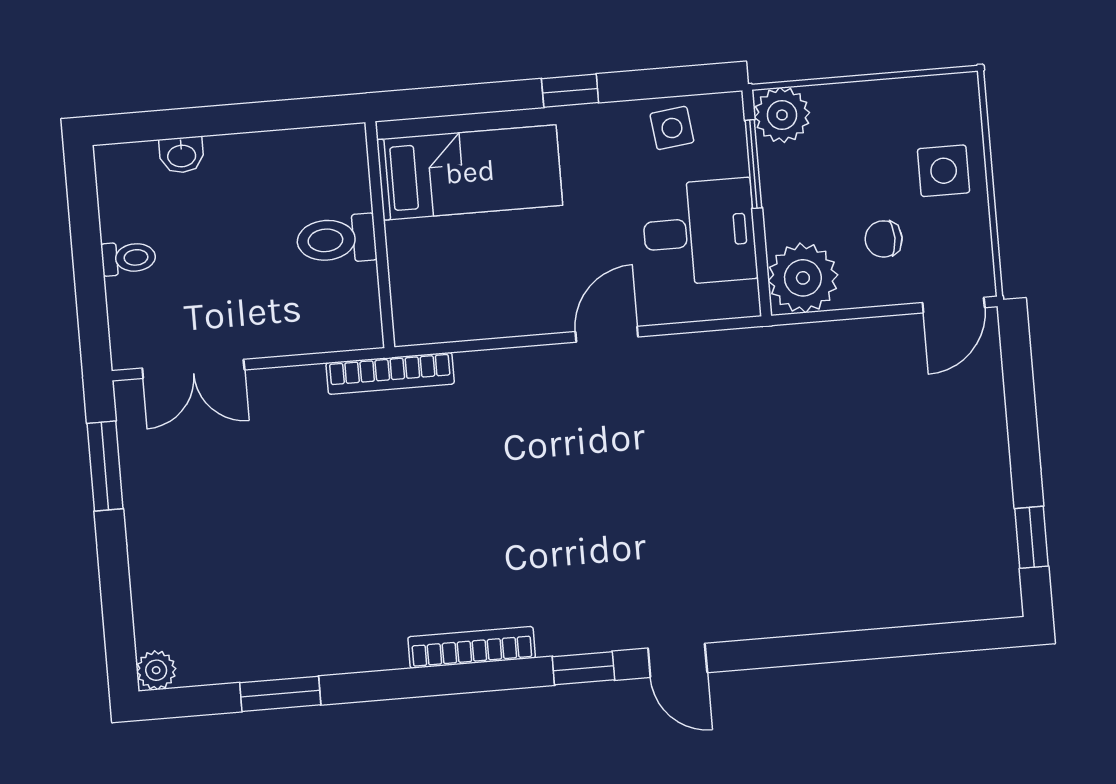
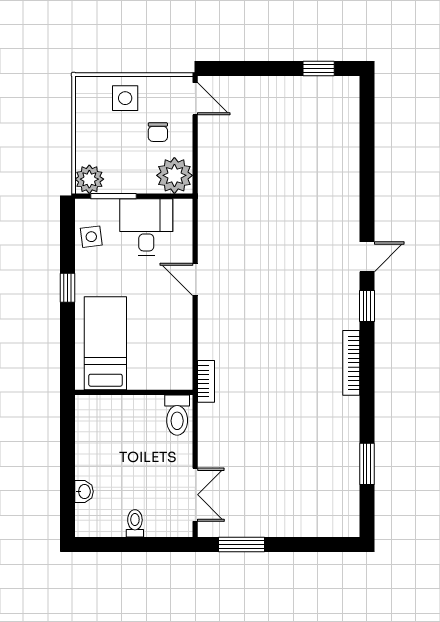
toilet: (336, 239) -> (177, 415), moved
bookcase: (390, 373) -> (206, 381), width x0.64
plant: (156, 670) -> (349, 527), removed

